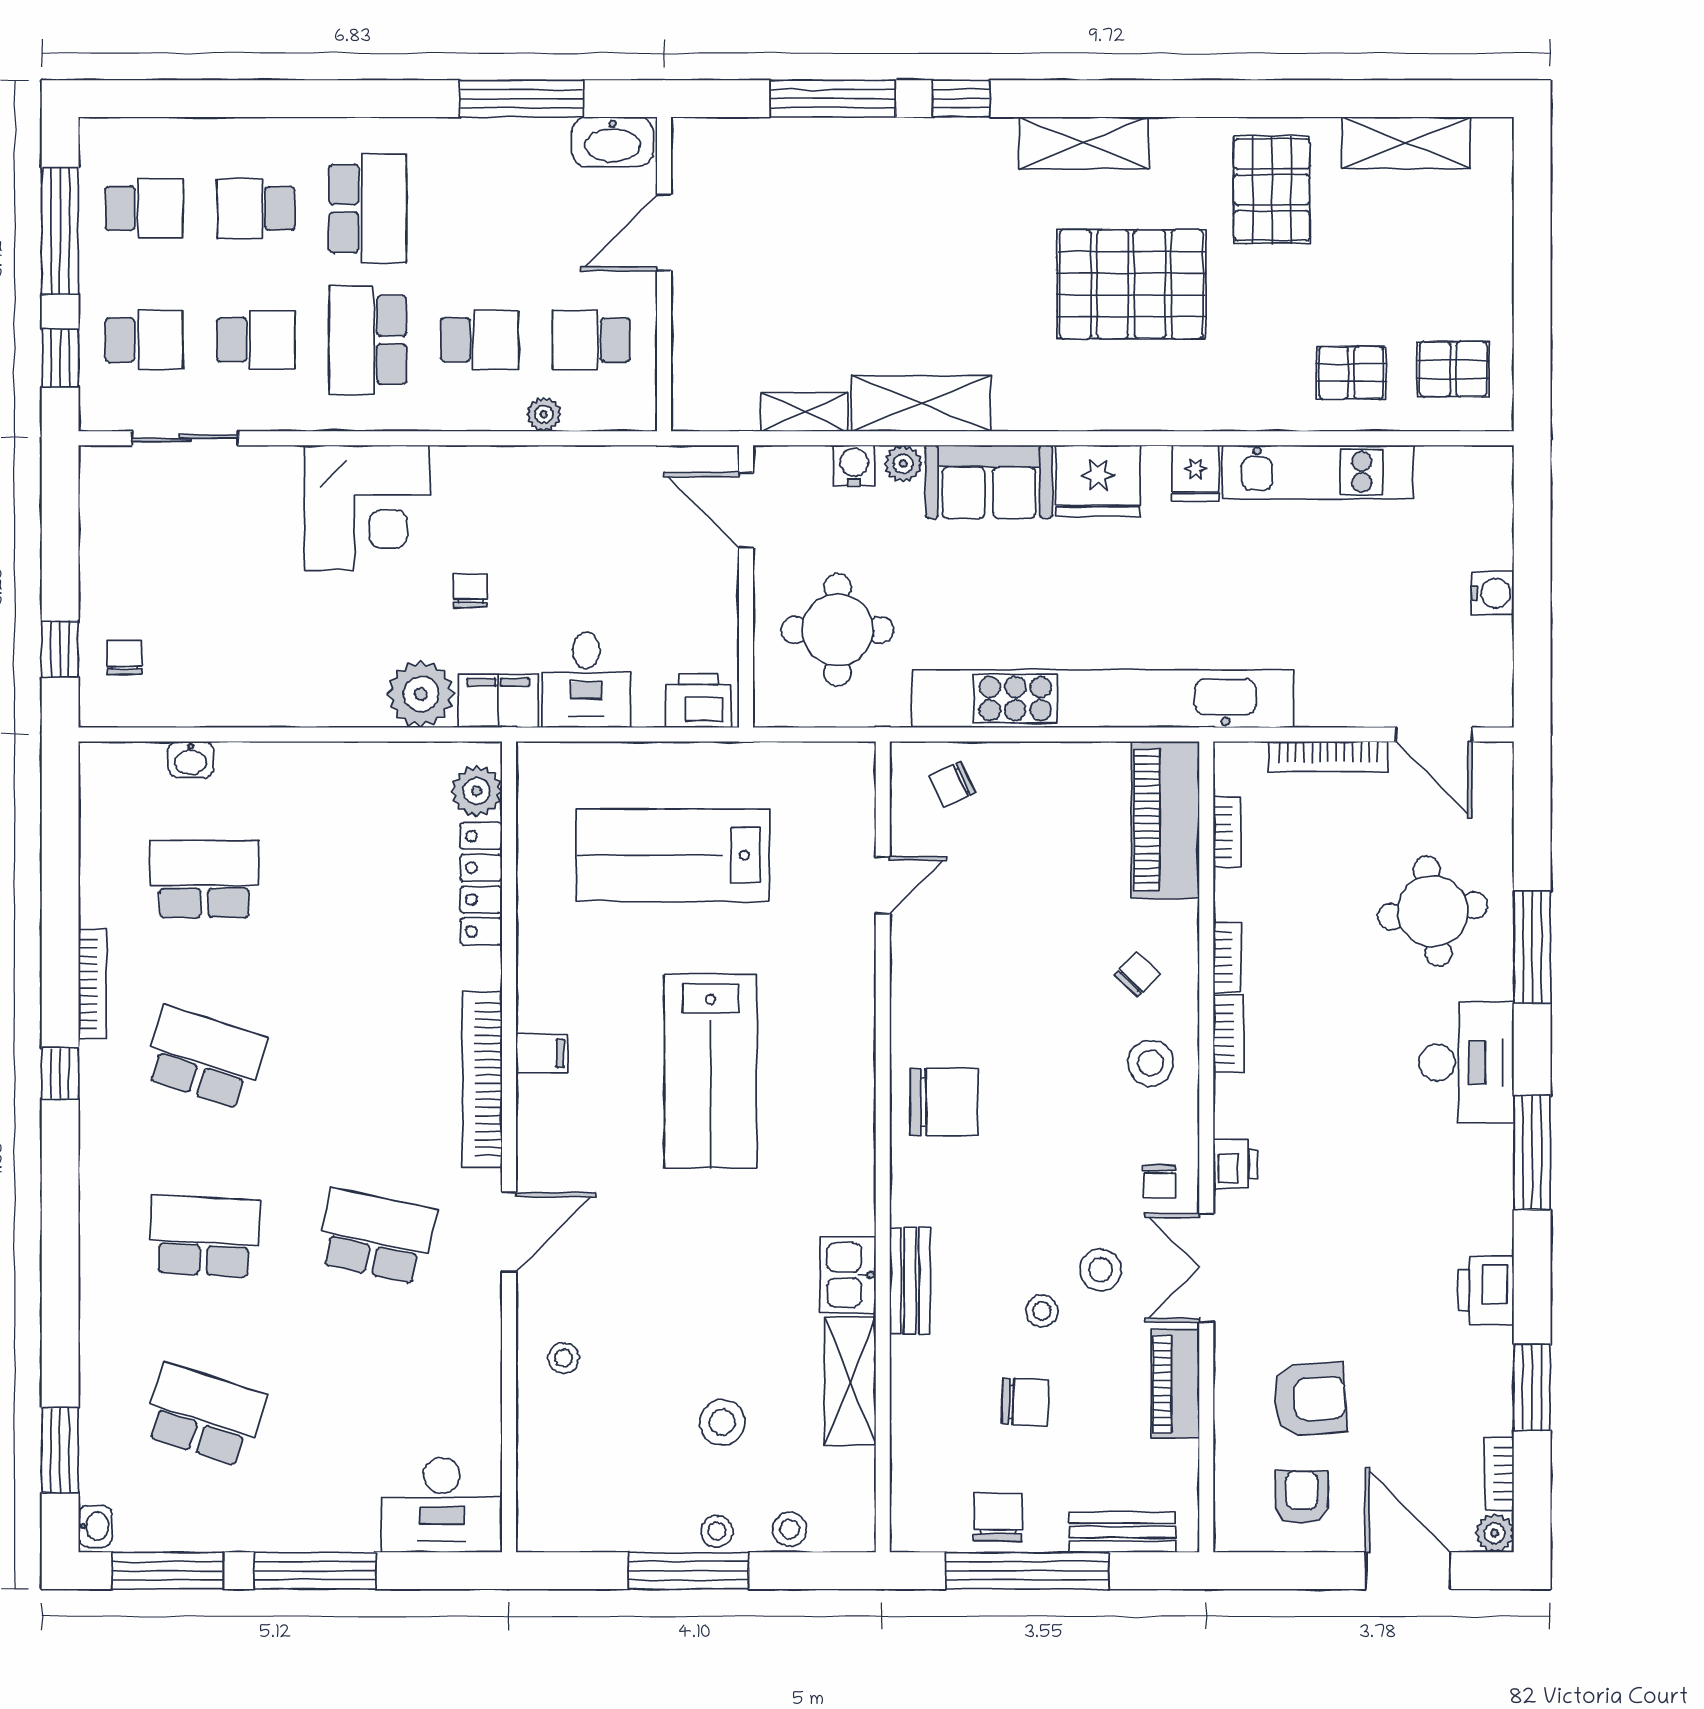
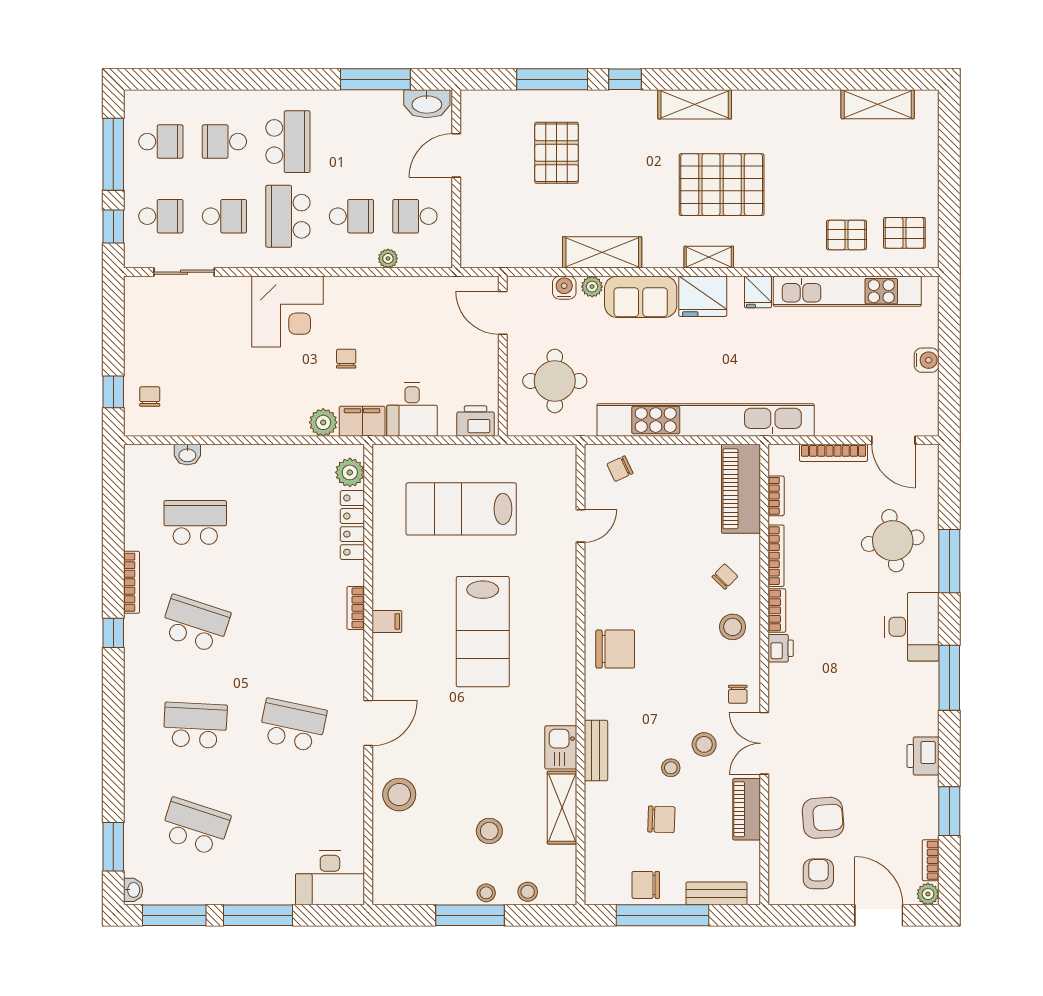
pallet: (1272, 190) -> (557, 153), moved
shelving: (804, 412) -> (709, 257), moved
kitchen unit: (1318, 472) -> (847, 291), width x1.36
plant: (421, 694) -> (323, 422), width x0.73, depth x0.73
bookcase: (1227, 957) -> (776, 556), width x1.56
bookcase: (482, 1079) -> (356, 608), width x0.43, depth x0.76
printer: (1235, 1164) -> (781, 648), moved
stool: (564, 1358) -> (399, 795), width x1.89, depth x1.89
chair: (998, 1517) -> (646, 885), turned -90

